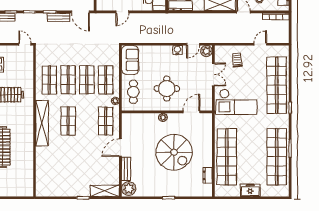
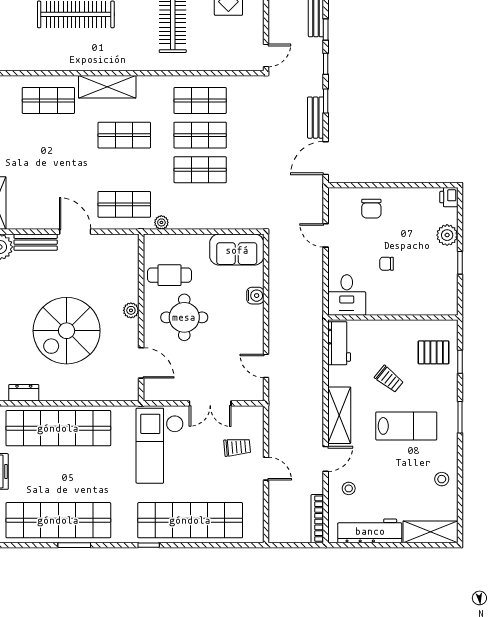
door: (260, 44) -> (266, 469), moved
water cooler: (177, 50) -> (255, 296), moved
plant: (206, 51) -> (253, 391), removed
shop shelf: (106, 80) -> (48, 100), moved
cafe table: (133, 92) -> (169, 275), moved
shelving: (42, 123) -> (107, 87), width x0.68

